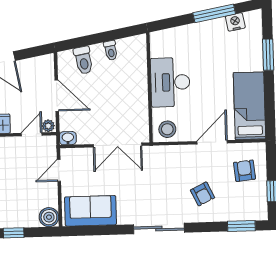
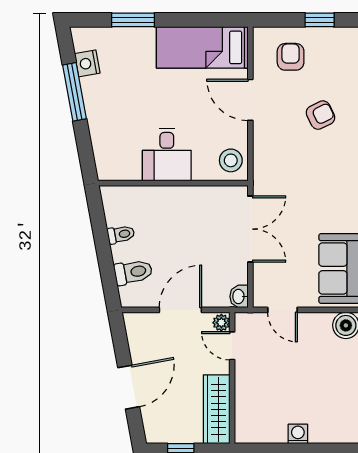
desk: (170, 82) -> (167, 155), width x0.73
armchair: (245, 171) -> (291, 57), turned 96

